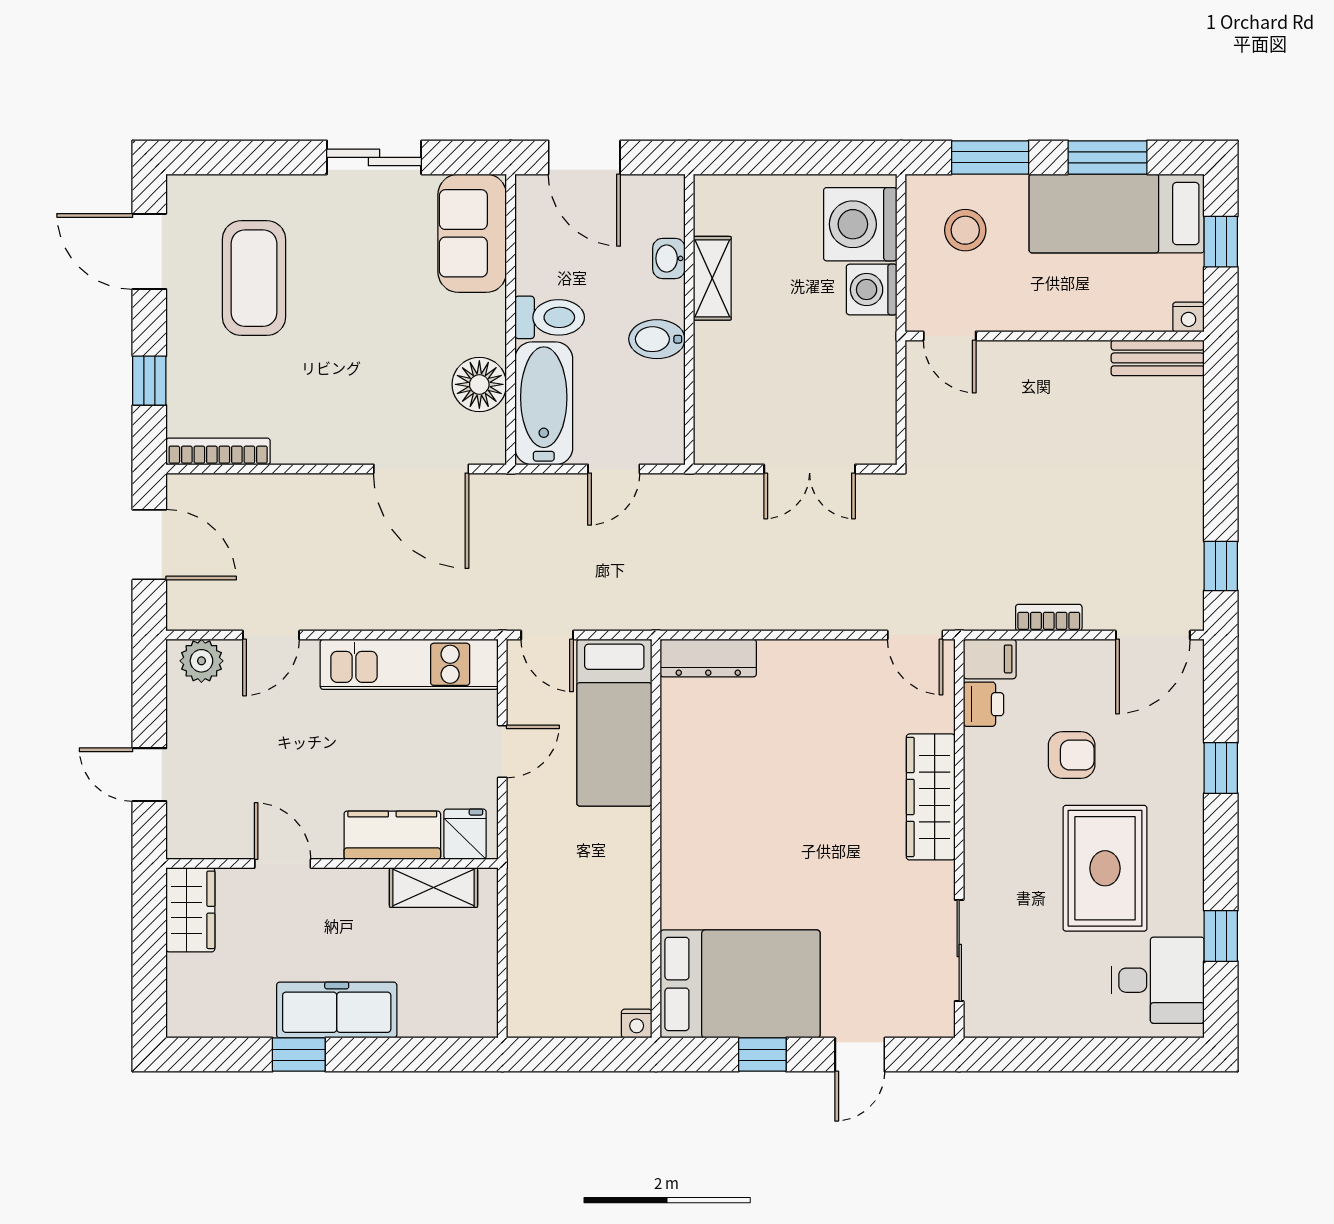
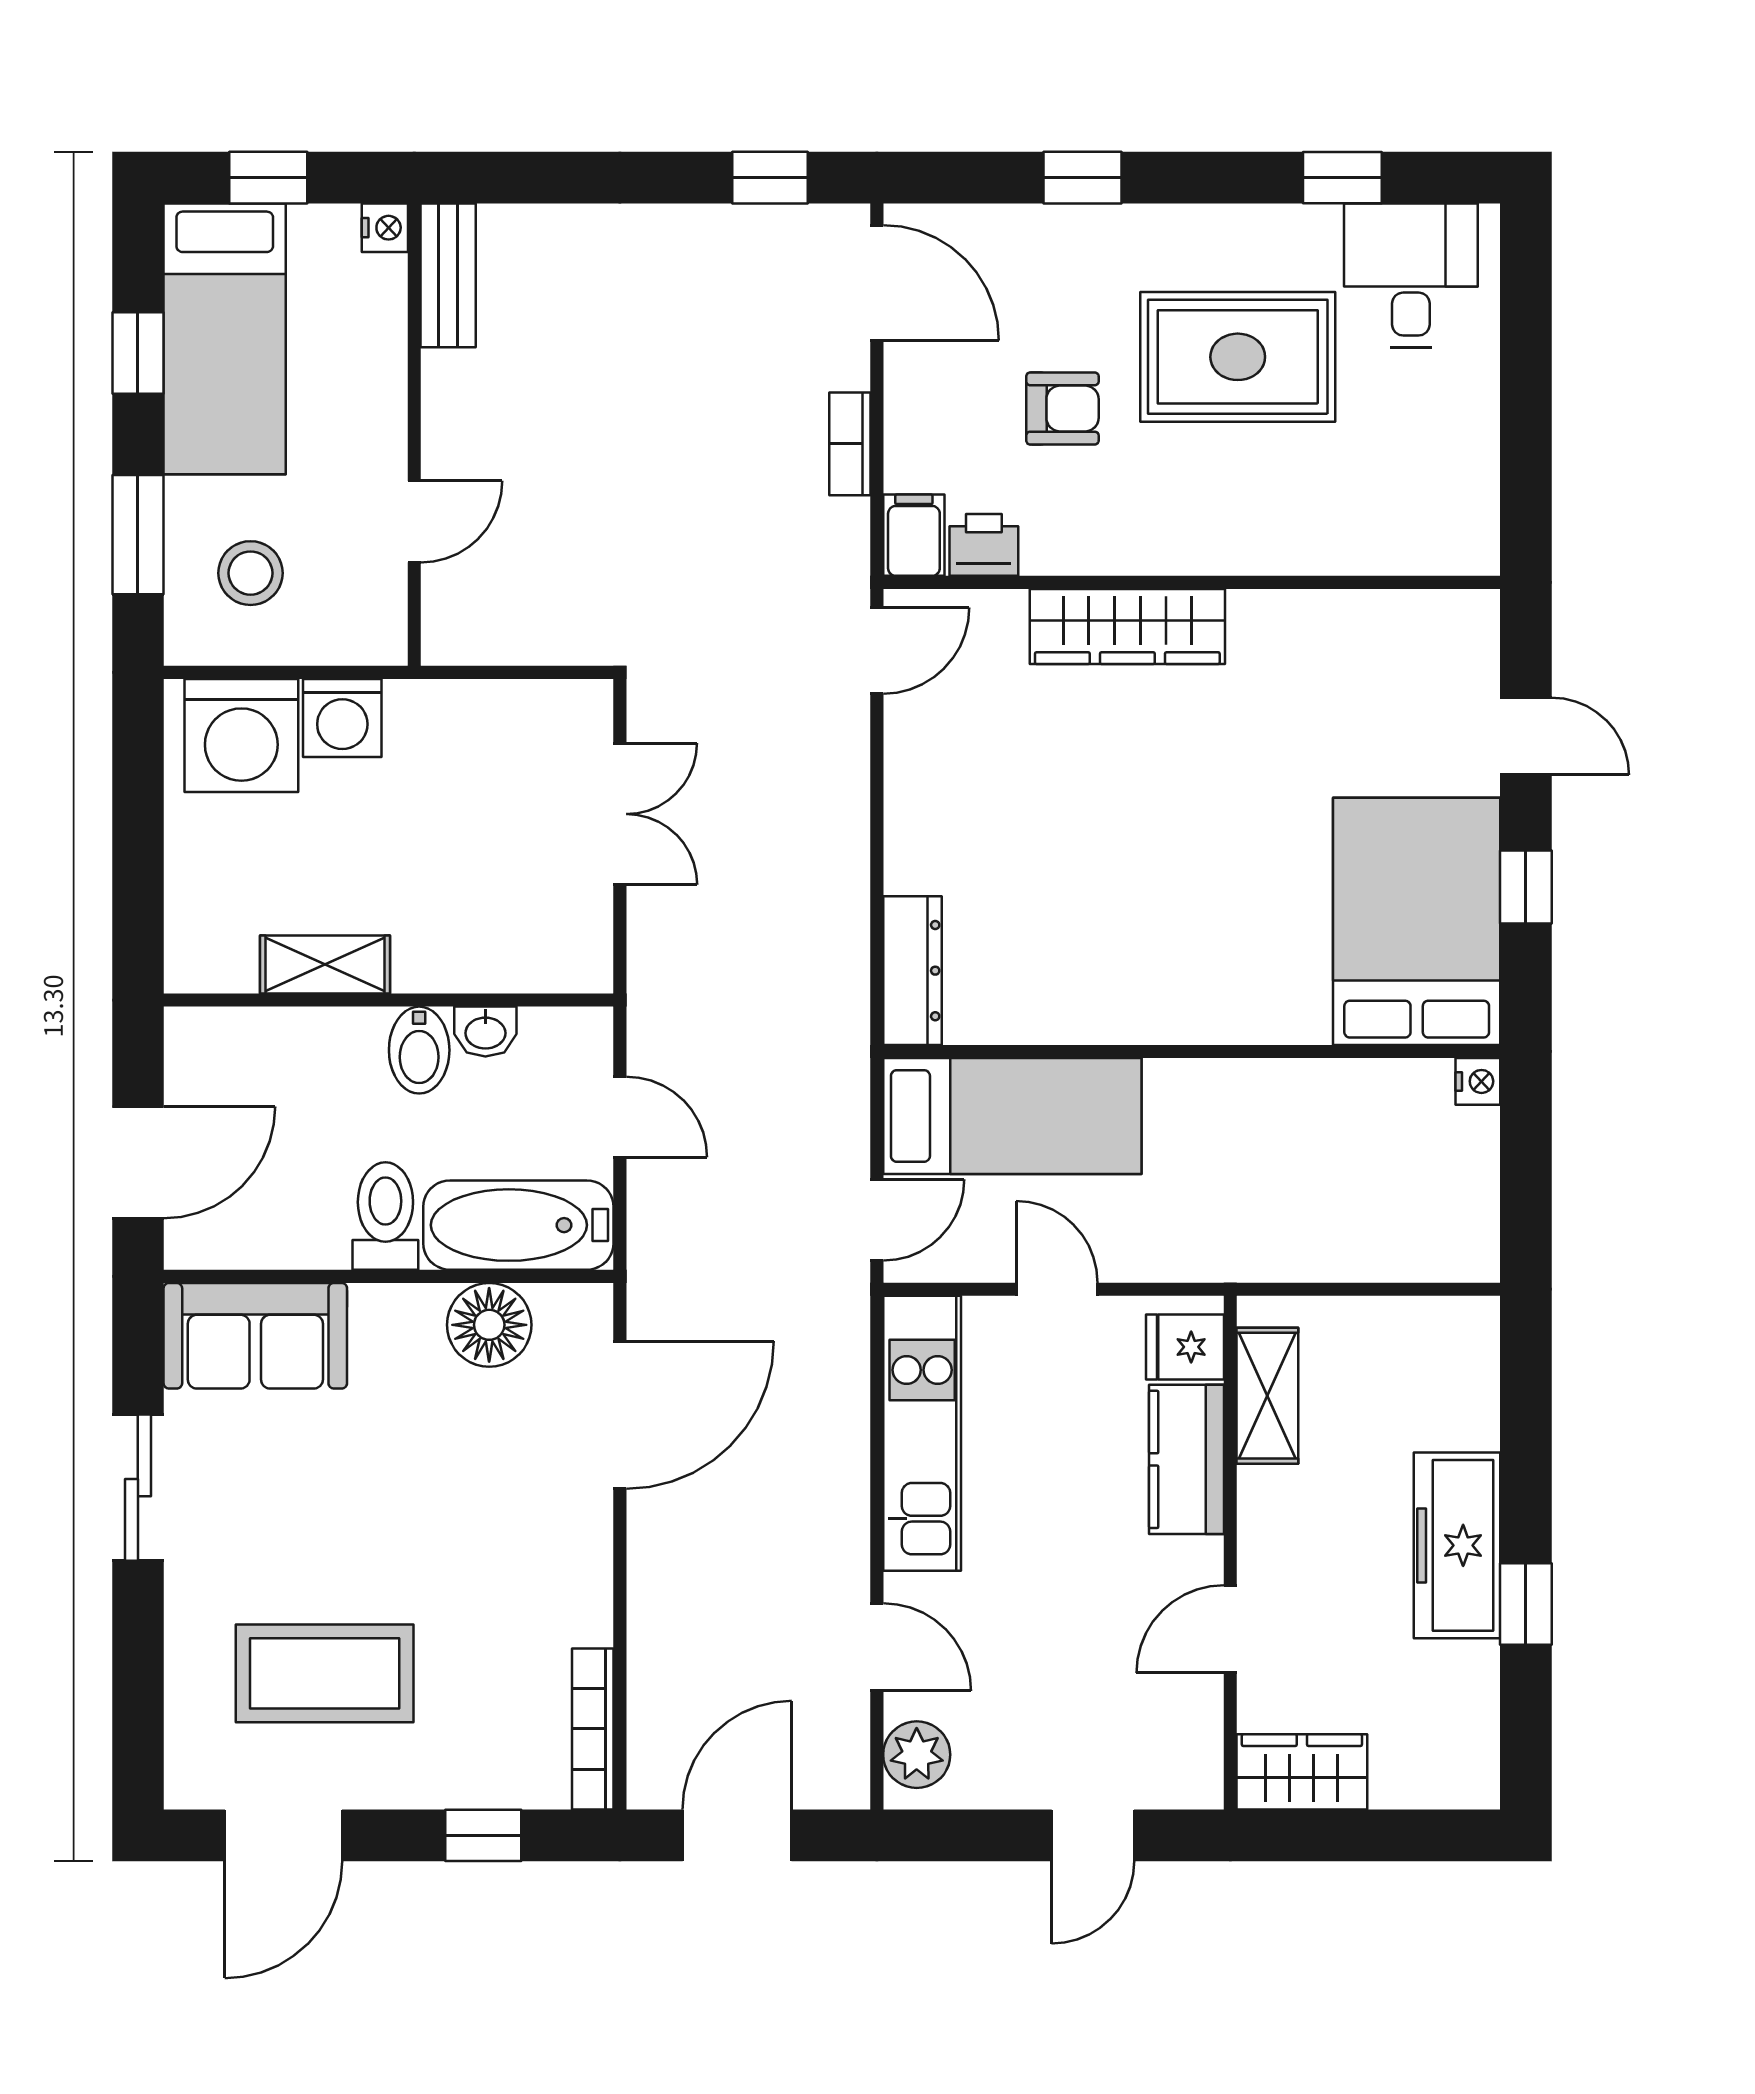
window: (1108, 157) -> (138, 353), width x0.67
washbasin: (669, 258) -> (485, 1032), moved
door: (950, 336) -> (414, 522), moved
armchair: (1072, 755) -> (1062, 408), turned 90
sliding door: (959, 950) -> (1365, 582), removed

